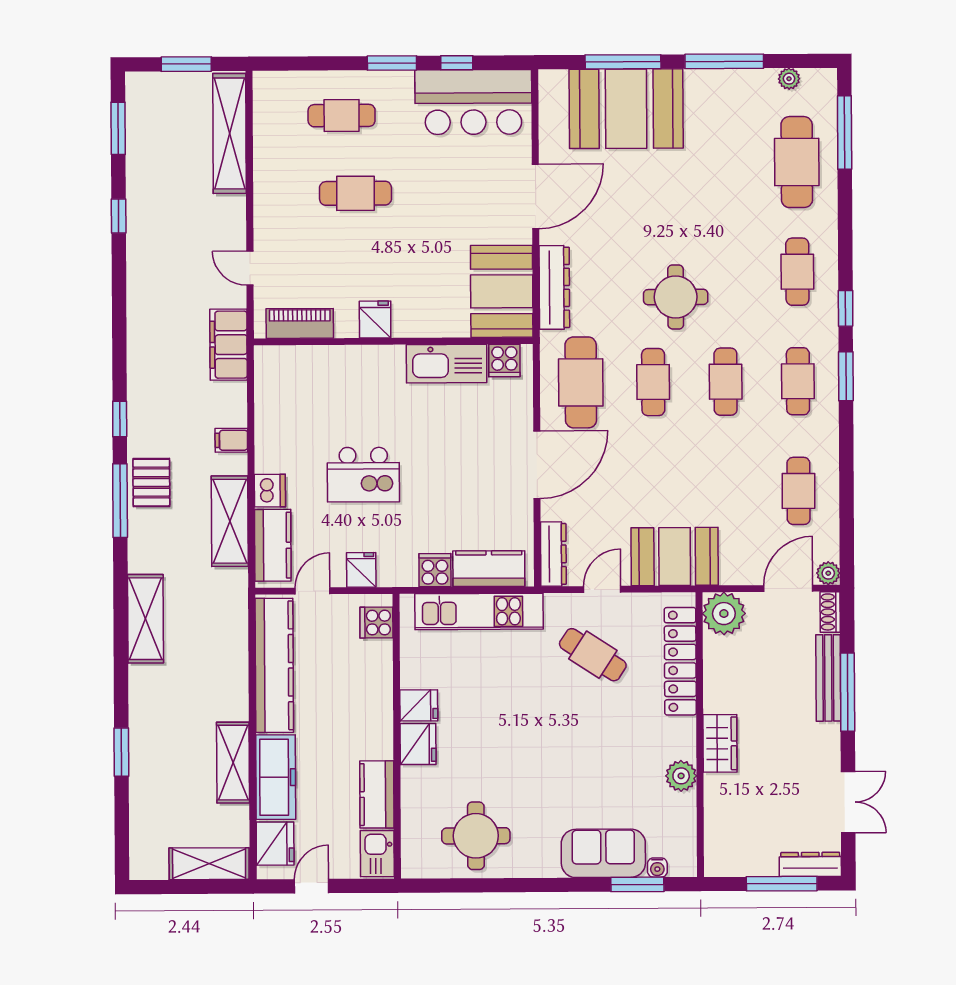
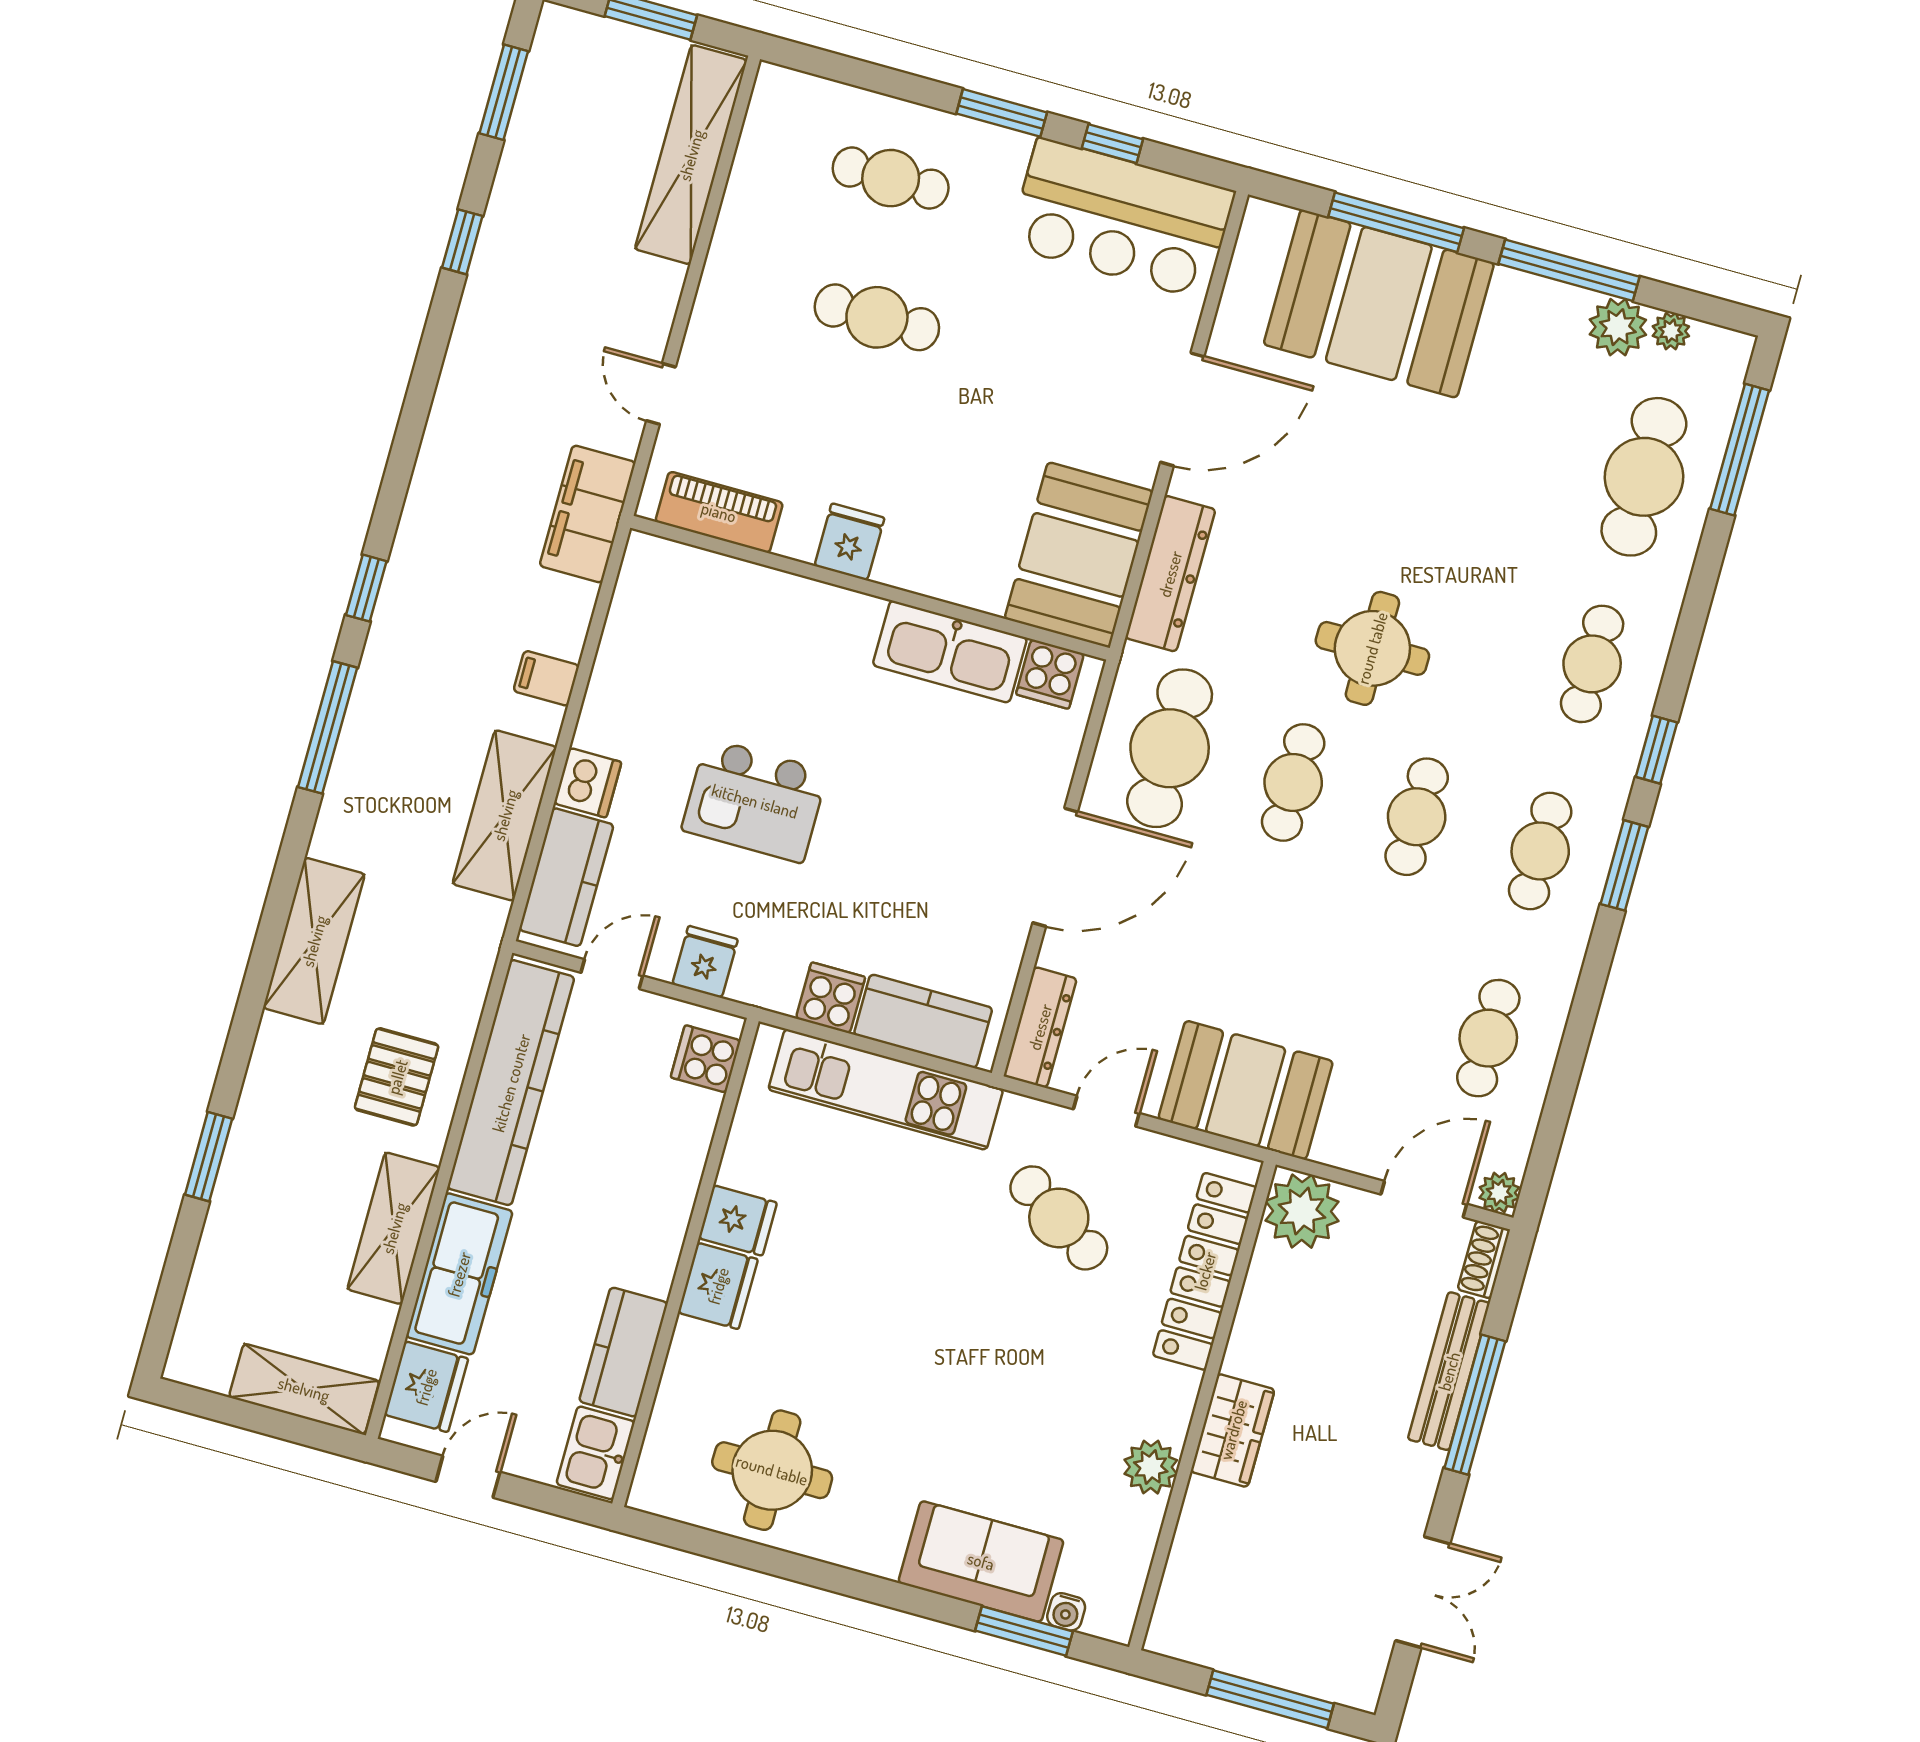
plant: (760, 85) -> (1618, 327), added
pallet: (151, 483) -> (397, 1077), moved
dresser: (810, 864) -> (1328, 1680), removed

